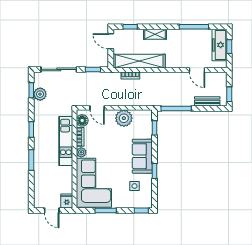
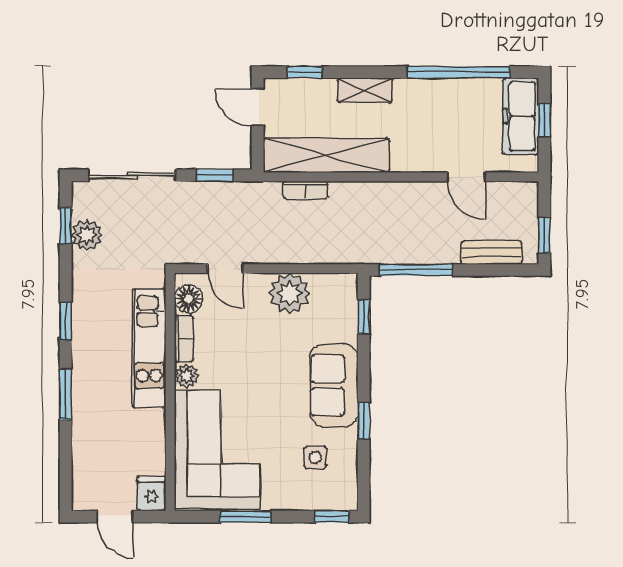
window: (194, 27) -> (459, 72), width x1.46

